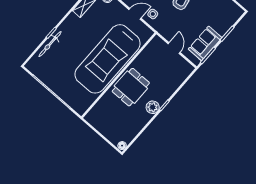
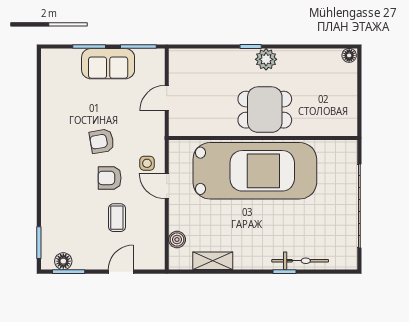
sofa: (205, 43) -> (108, 64), moved

